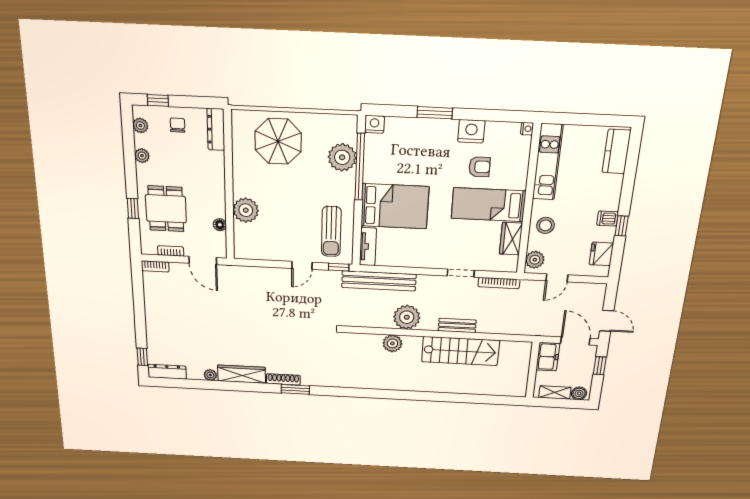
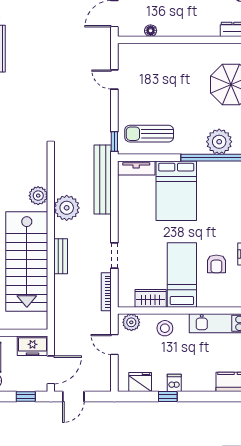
plant: (246, 210) -> (166, 55), removed
door: (302, 265) -> (114, 79), moved
stairs: (460, 351) -> (27, 262), width x1.36, depth x1.51

